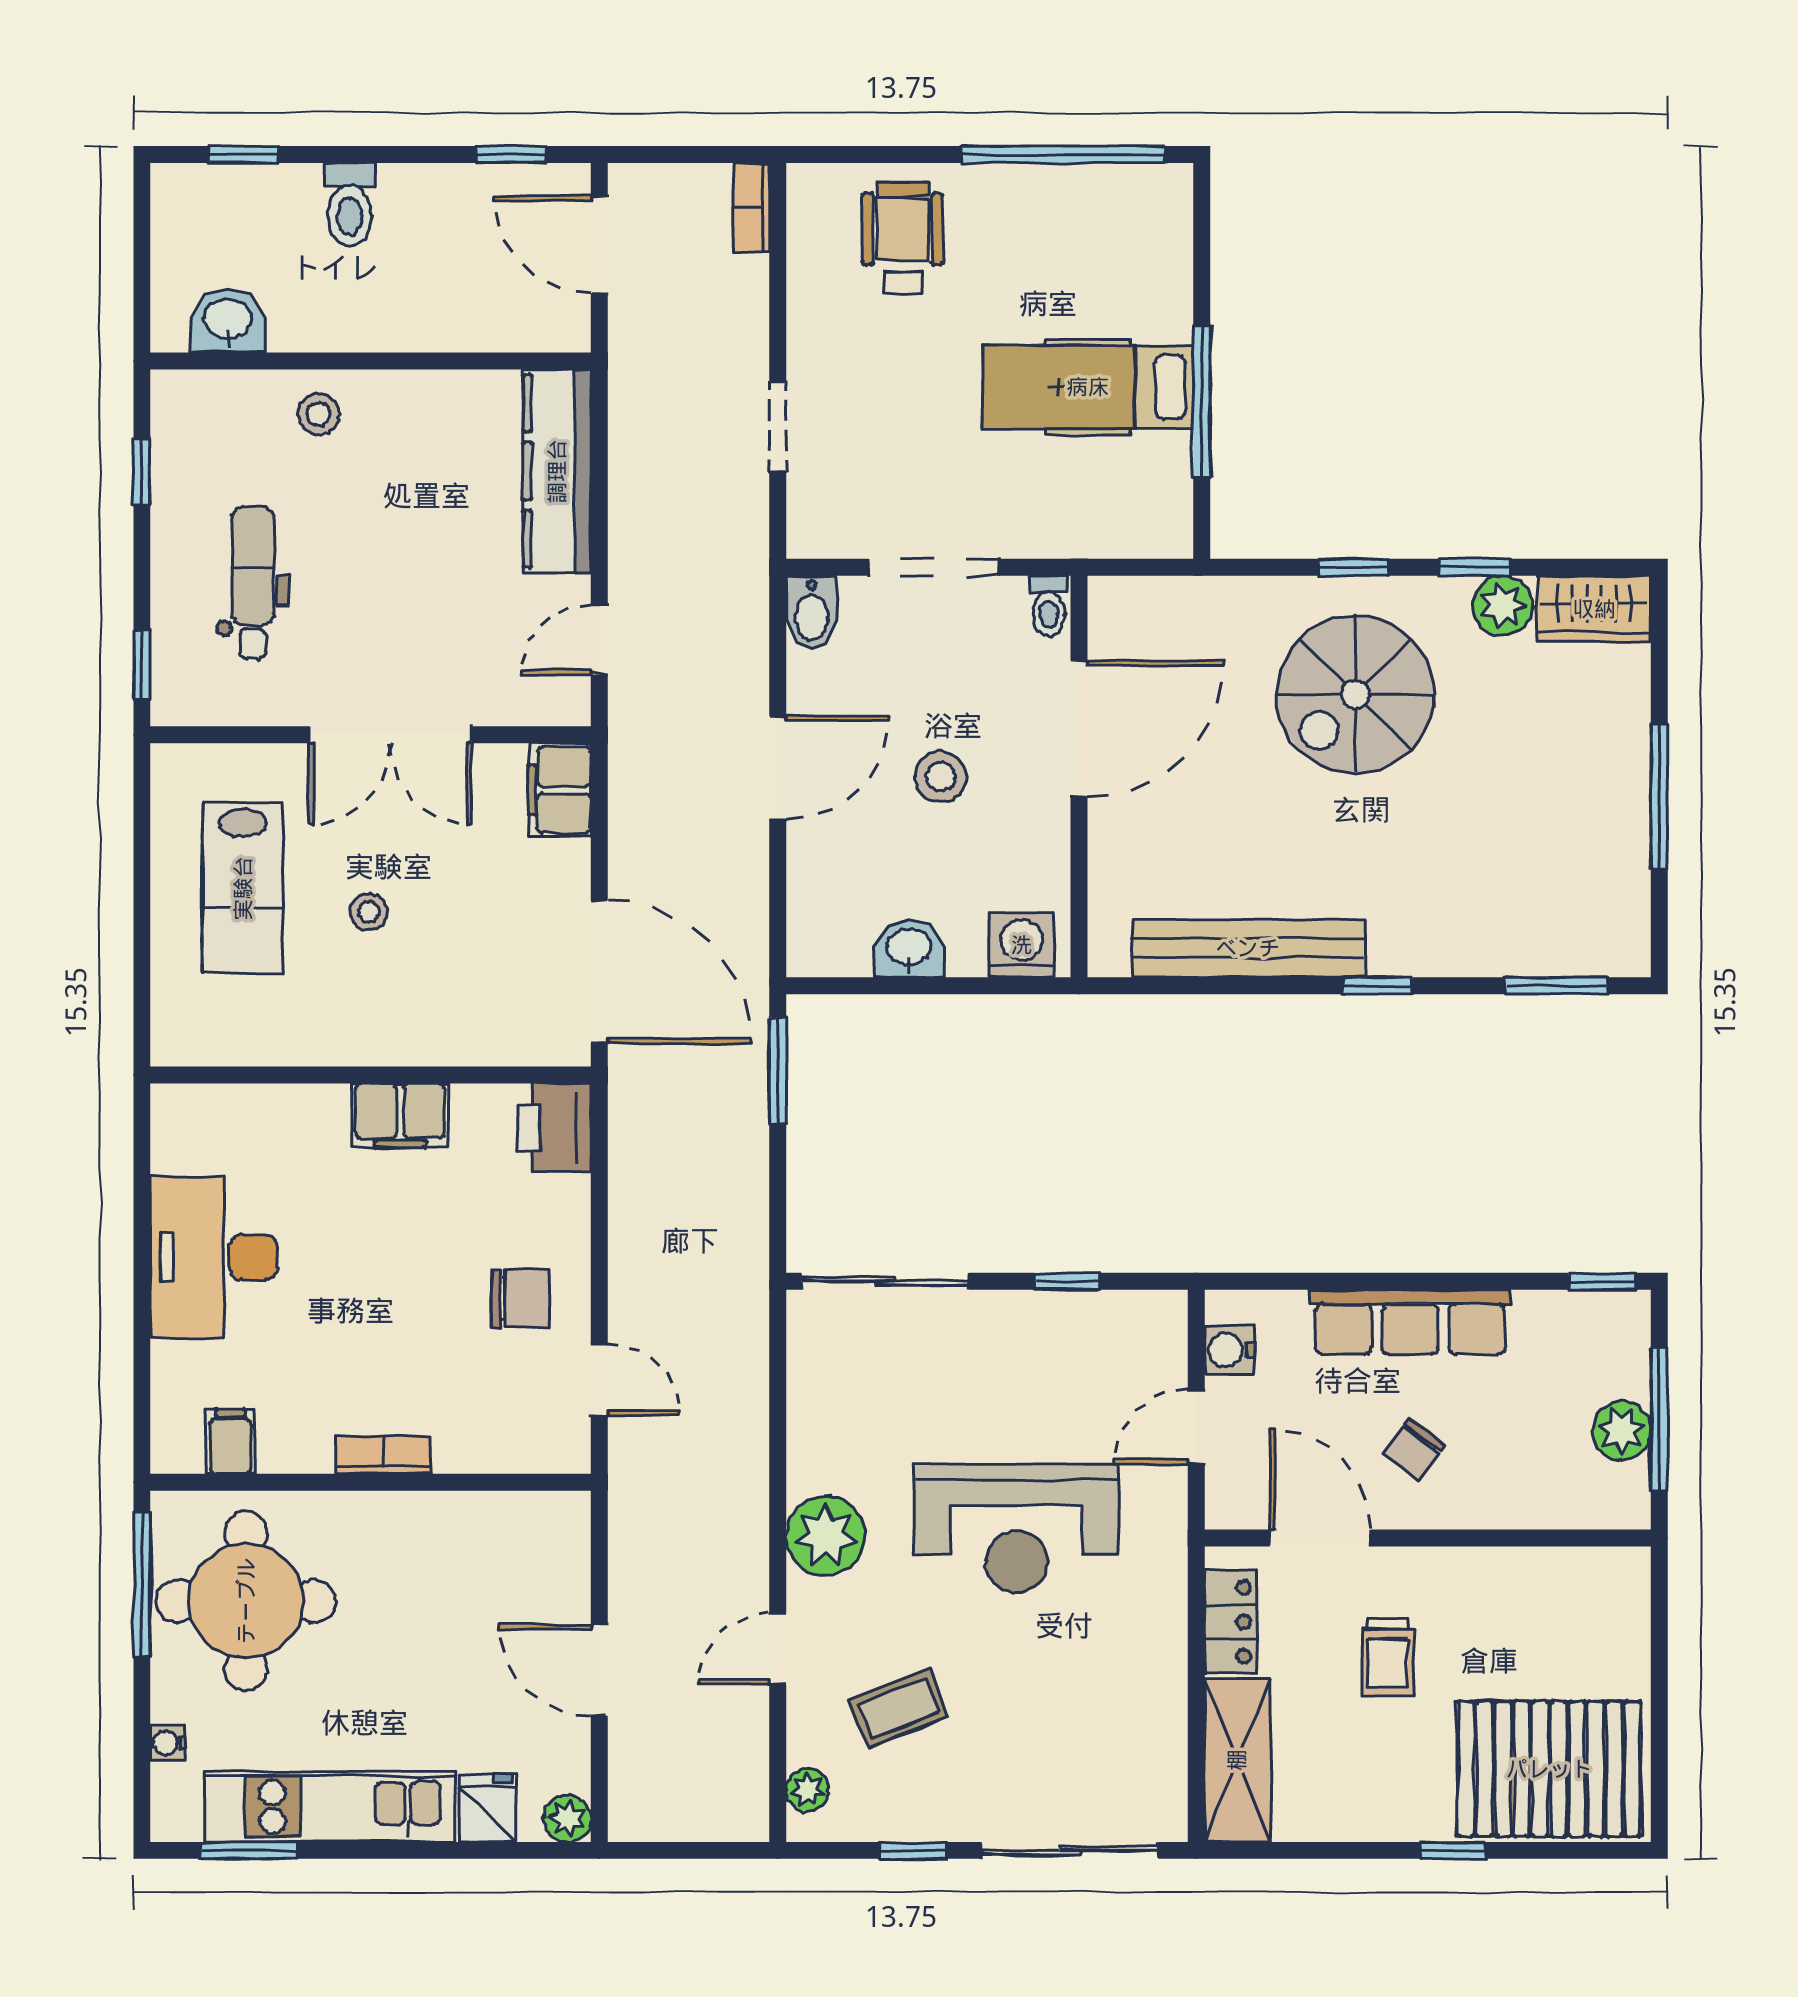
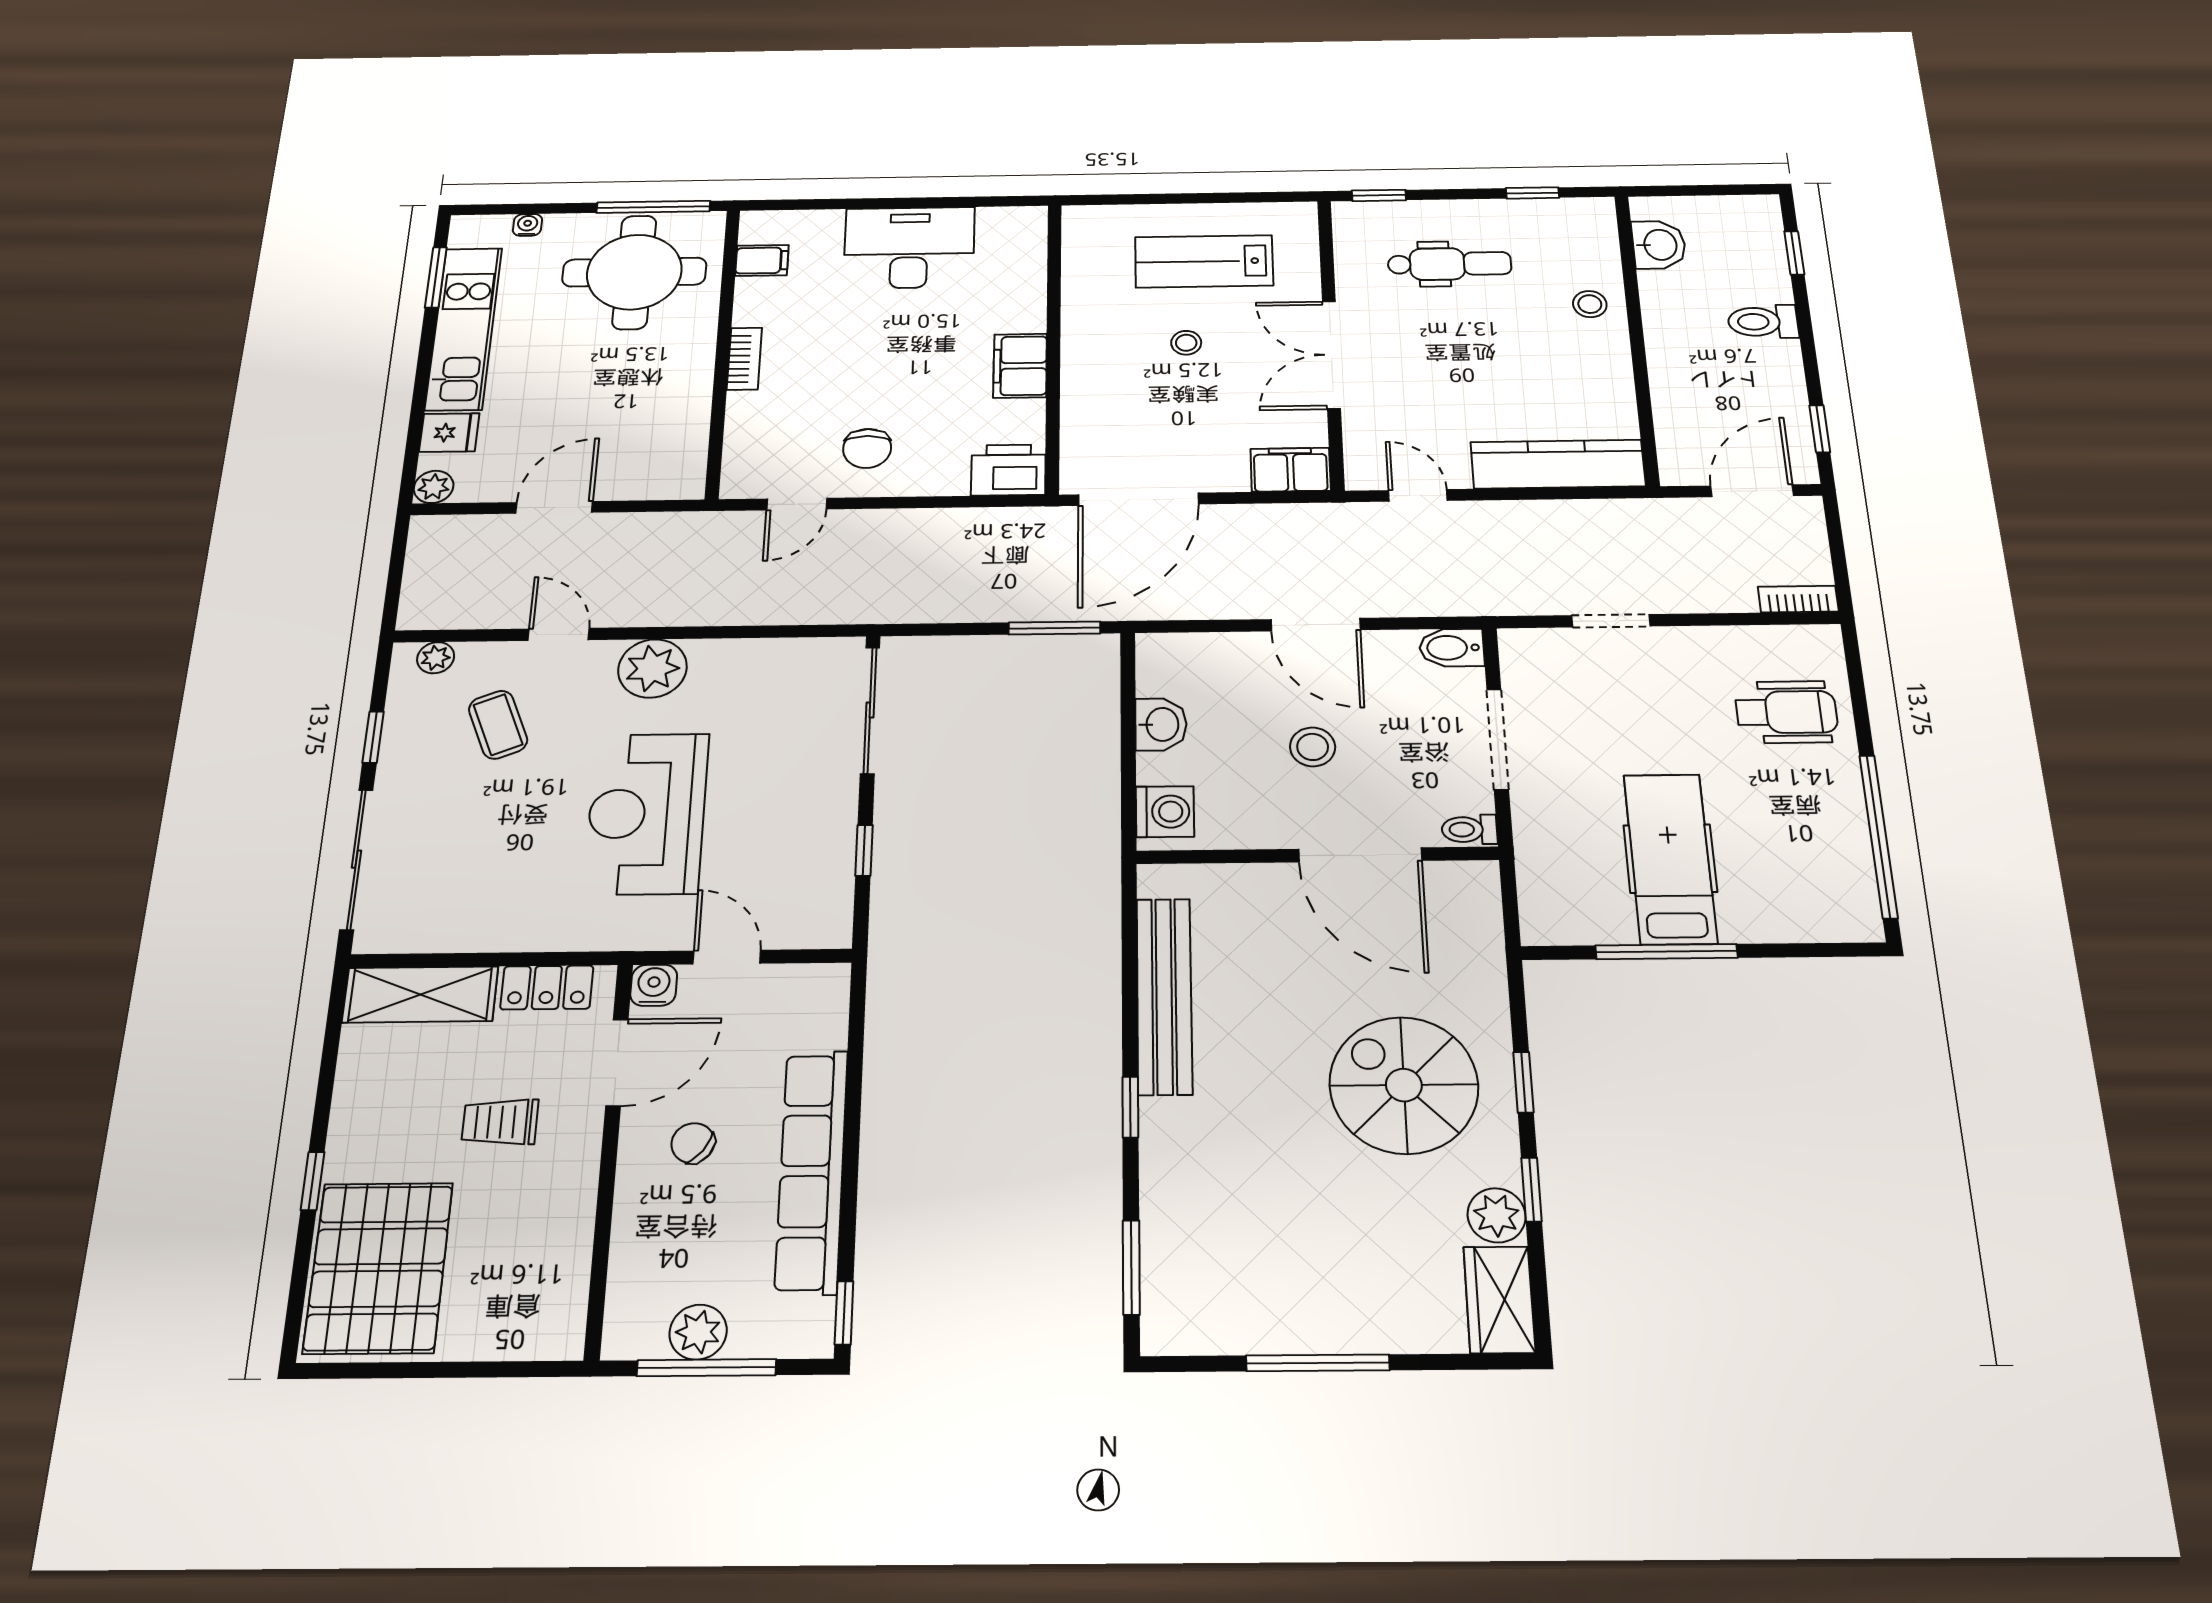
row of seats: (1410, 1322) -> (812, 1171), width x1.36
water cooler: (1229, 1350) -> (654, 985), moved

